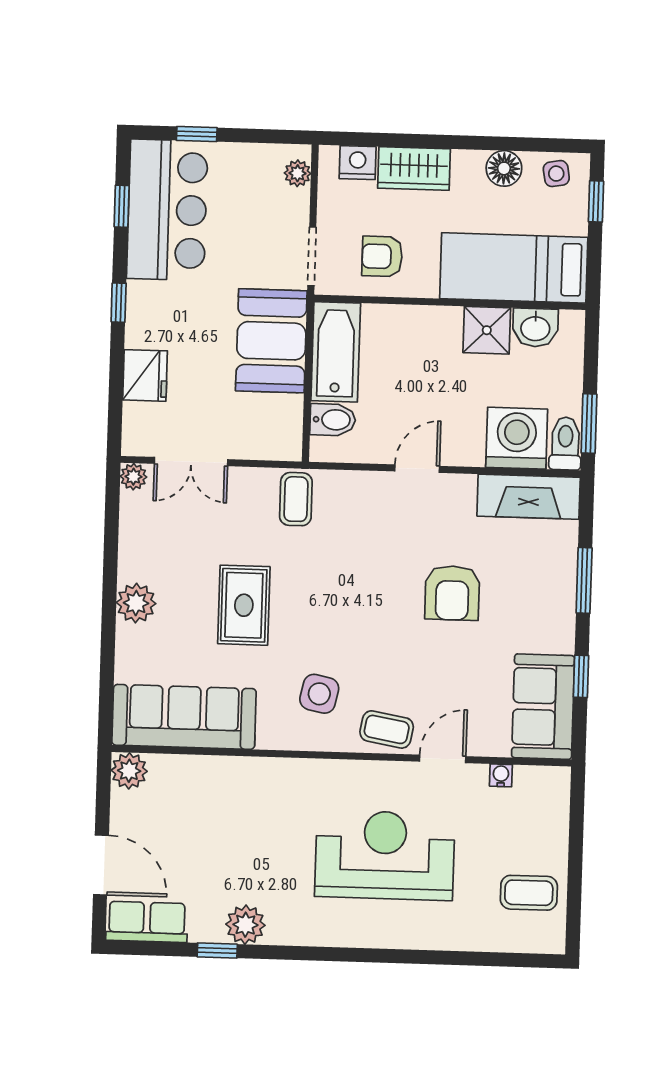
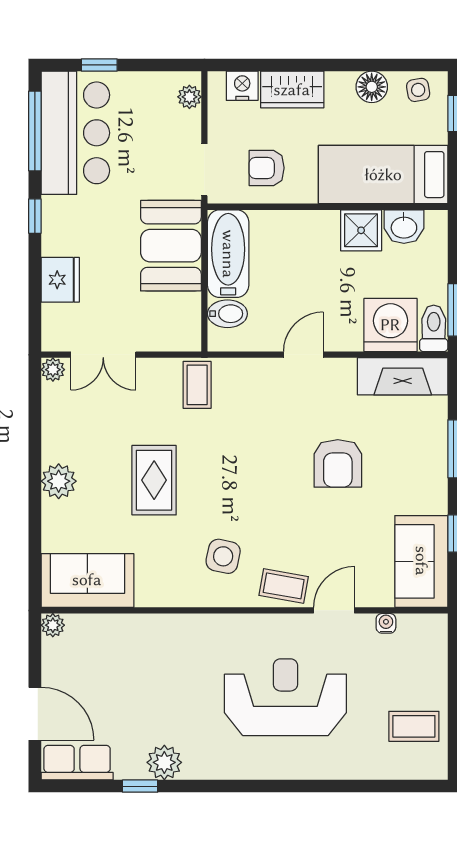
window: (122, 206) -> (35, 131), width x2.17
sofa: (184, 717) -> (87, 580), width x0.73
plant: (129, 771) -> (53, 625), width x0.73, depth x0.73

